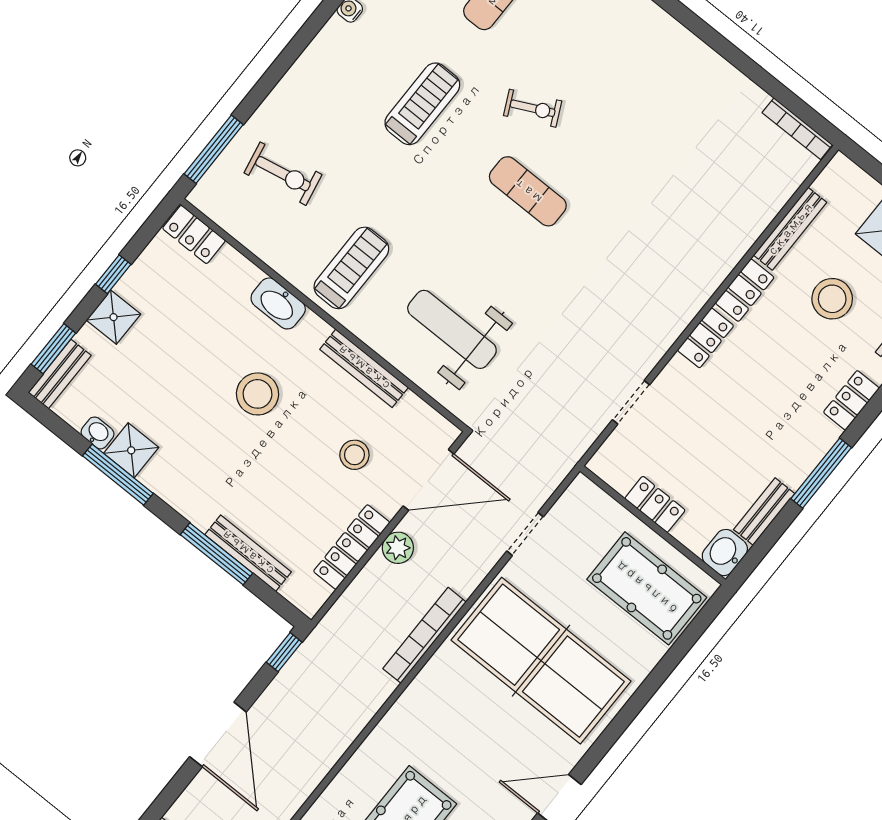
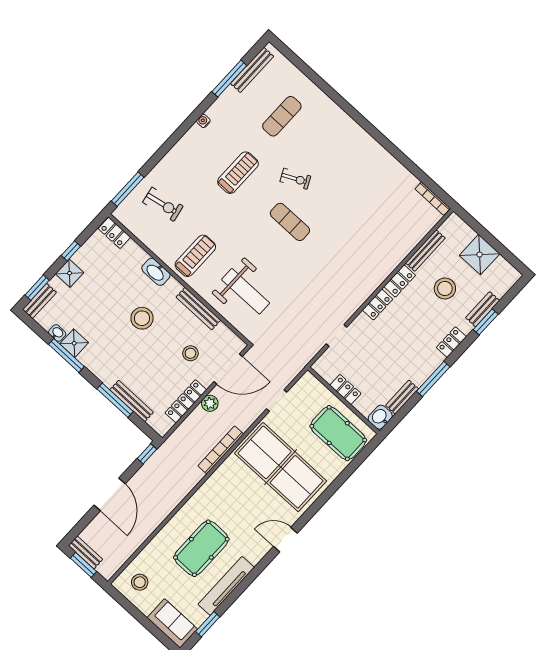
weight bench: (452, 329) -> (246, 291), turned 180

